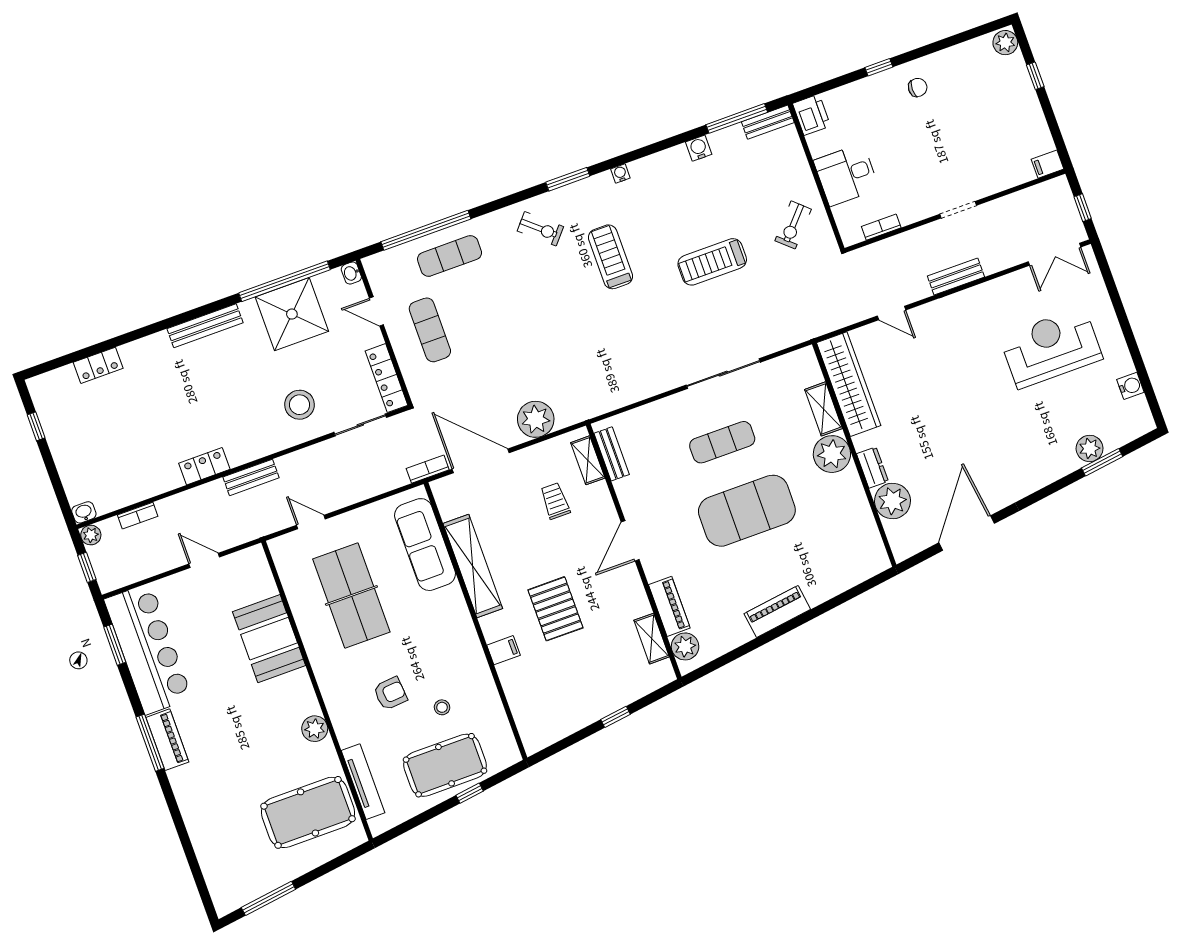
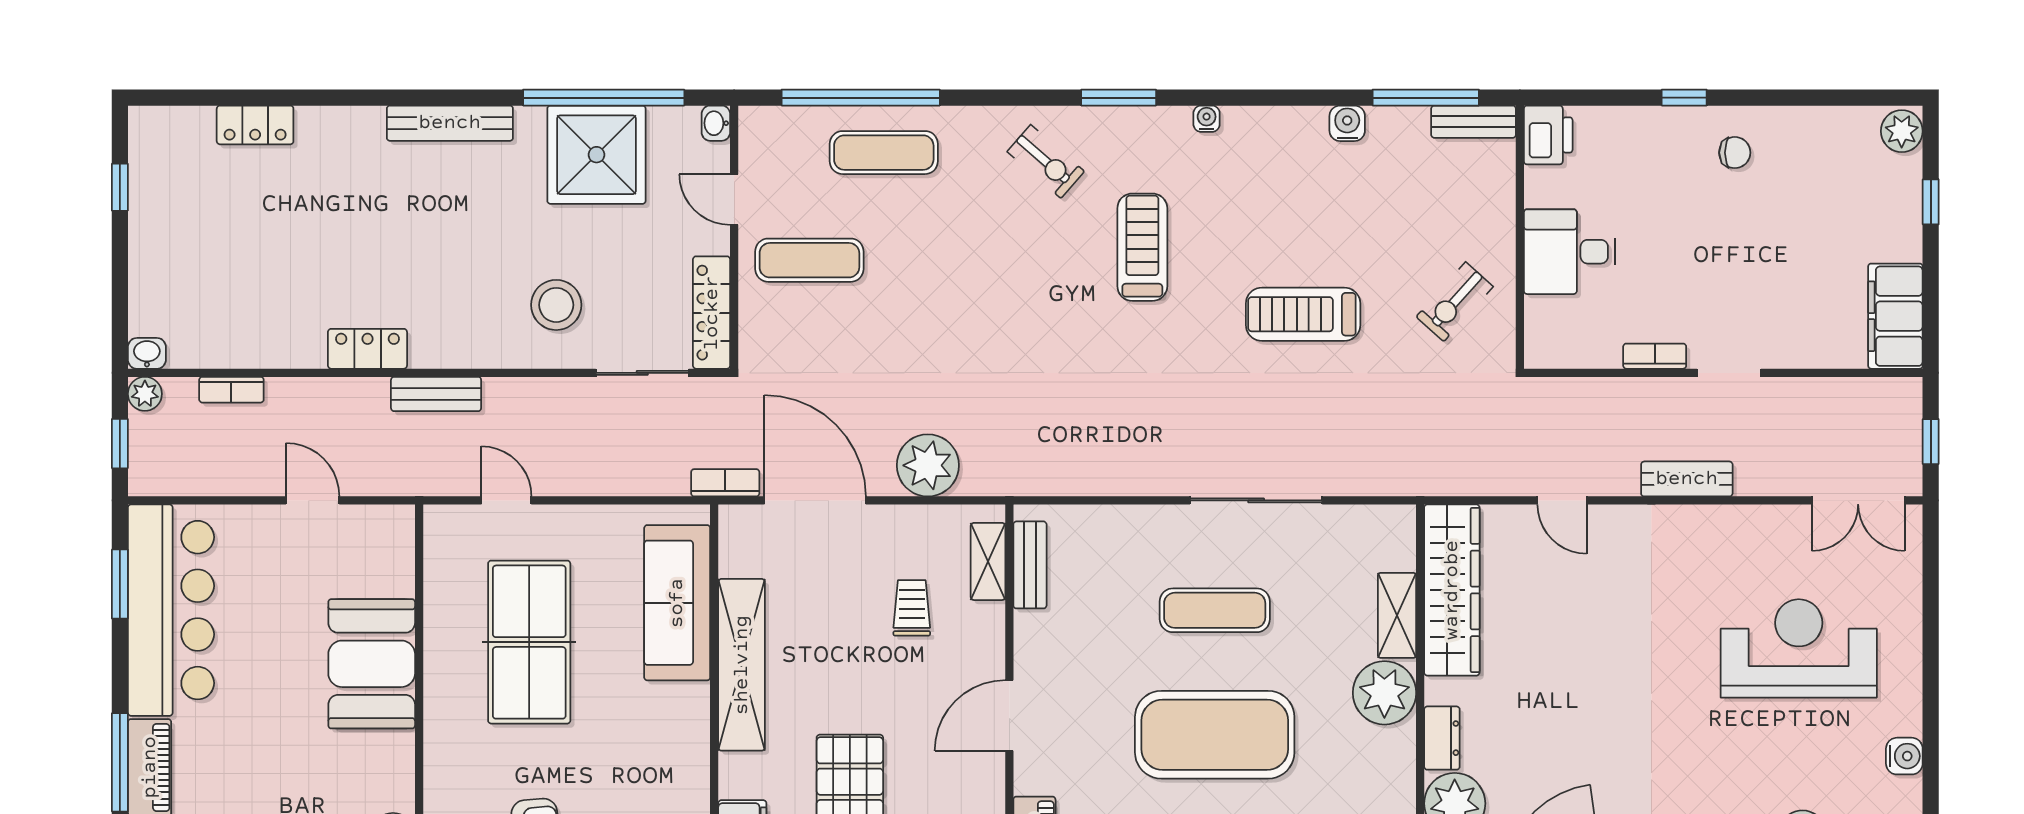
filing cabinet: (1048, 164) -> (1895, 316), width x3.00, depth x1.17
bookcase: (881, 227) -> (1655, 356), moved
exercise mat: (430, 330) -> (809, 260), turned 90

